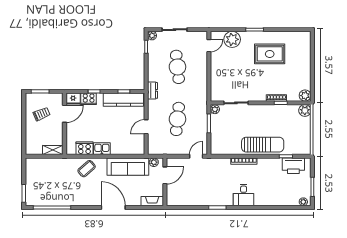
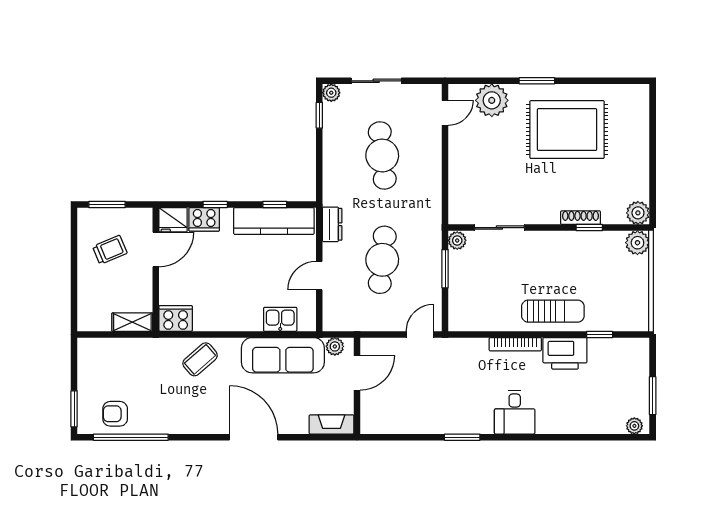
rug: (270, 54) -> (567, 130), width x1.37, depth x1.44
dresser: (153, 90) -> (332, 224), moved
sun lounger: (263, 145) -> (553, 311), width x0.73, depth x0.75
cooker: (84, 148) -> (176, 318), moved
kitchen sink: (102, 149) -> (280, 319), moved
printer: (293, 166) -> (565, 353), moved
armchair: (44, 196) -> (115, 414), added

